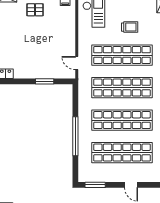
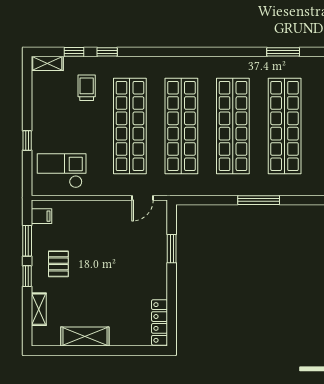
trolley: (130, 27) -> (87, 88), moved
window: (75, 136) -> (259, 200), width x0.68

